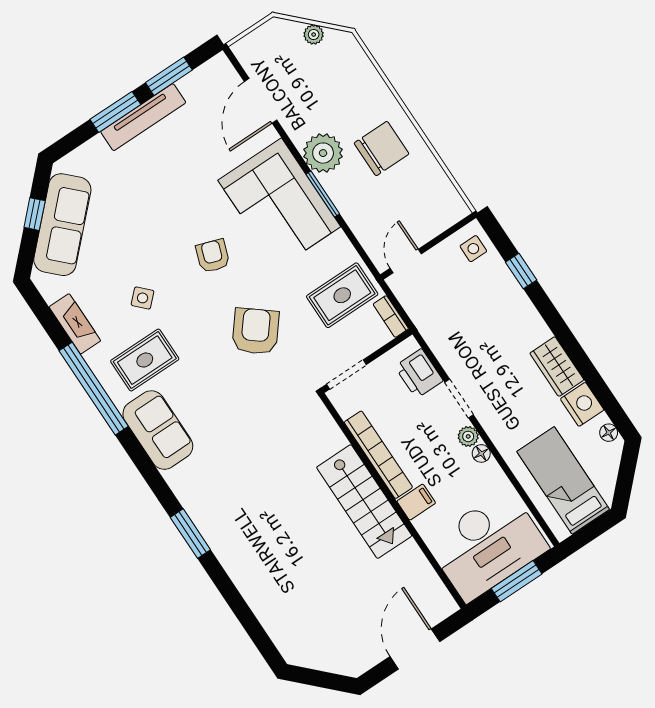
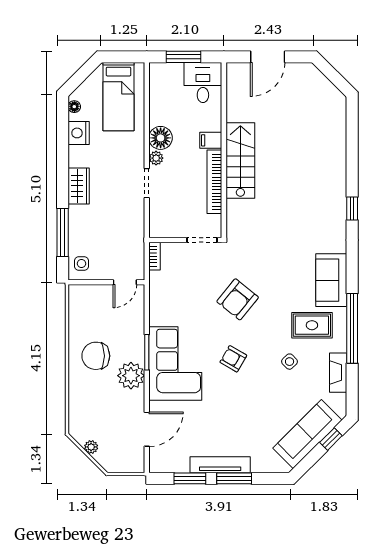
window: (35, 214) -> (331, 439), moved
armchair: (213, 256) -> (233, 359), turned 101
window: (521, 271) -> (63, 233), width x2.17
rug: (342, 295) -> (174, 287), removed
wardrobe: (557, 367) -> (79, 186), moved
printer: (419, 374) -> (160, 213), removed
floor lamp: (481, 453) -> (161, 138), width x1.89, depth x1.89
window: (190, 534) -> (352, 208), width x0.67
desk: (487, 545) -> (203, 82), width x0.53, depth x0.77

